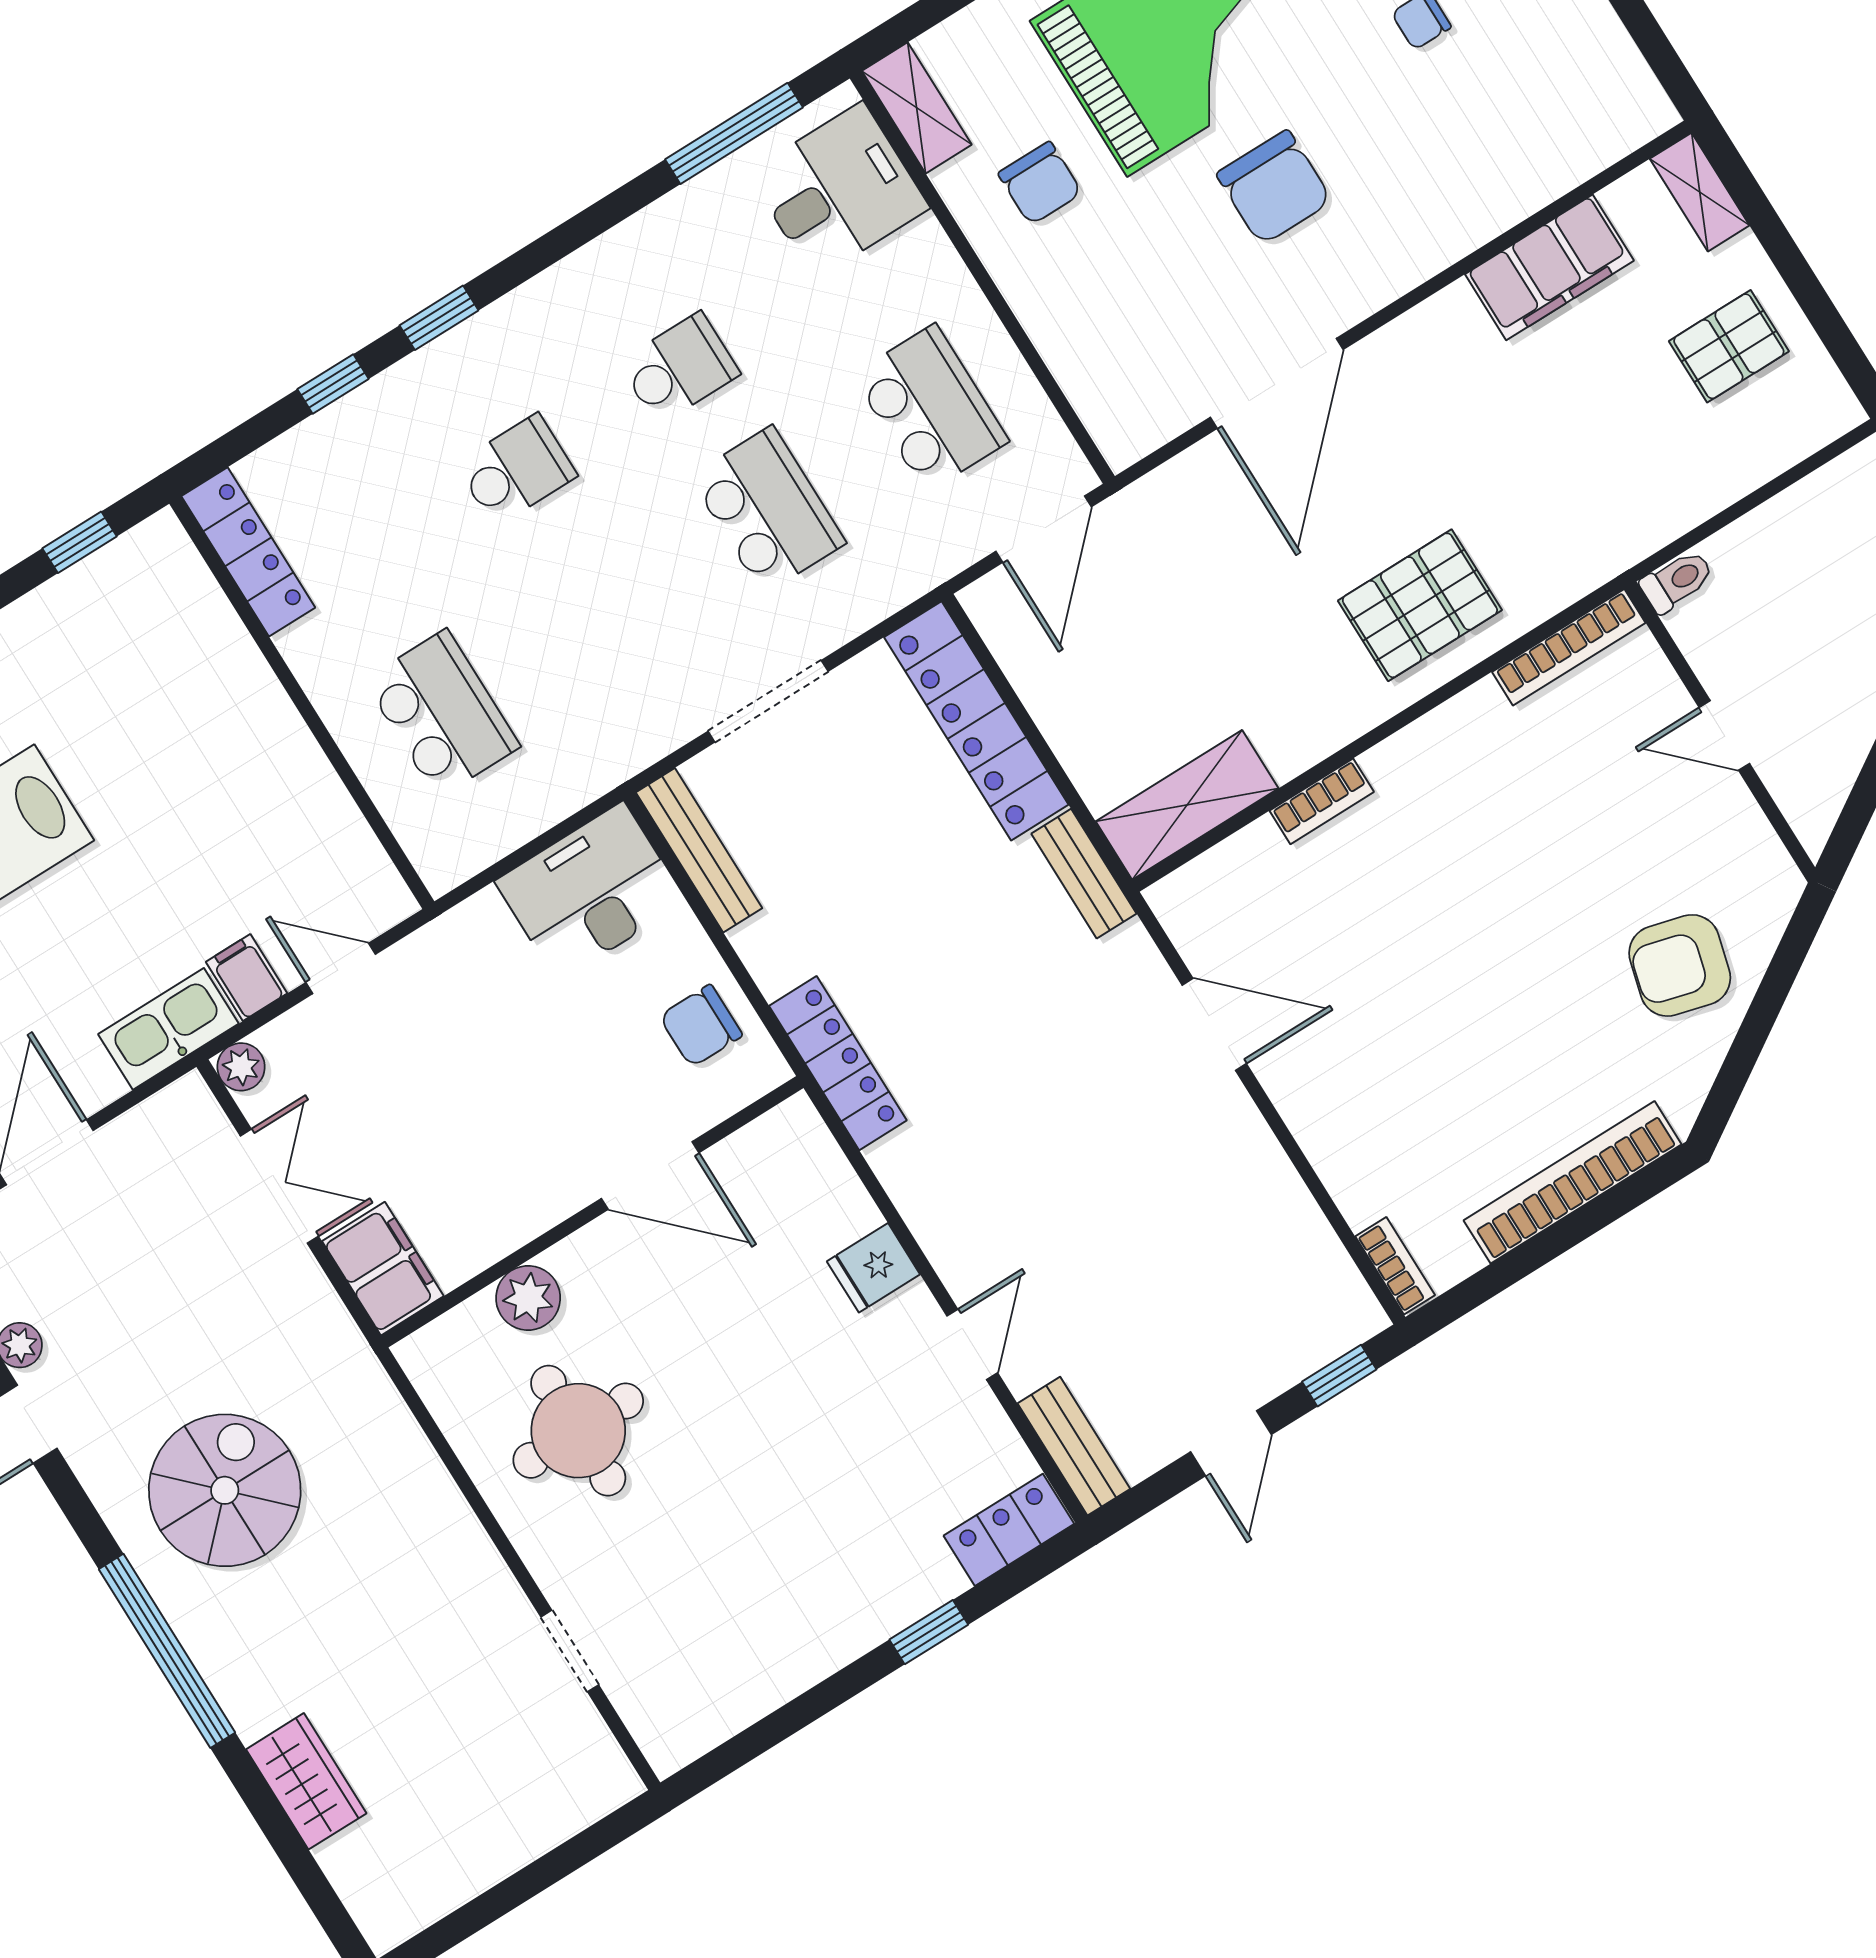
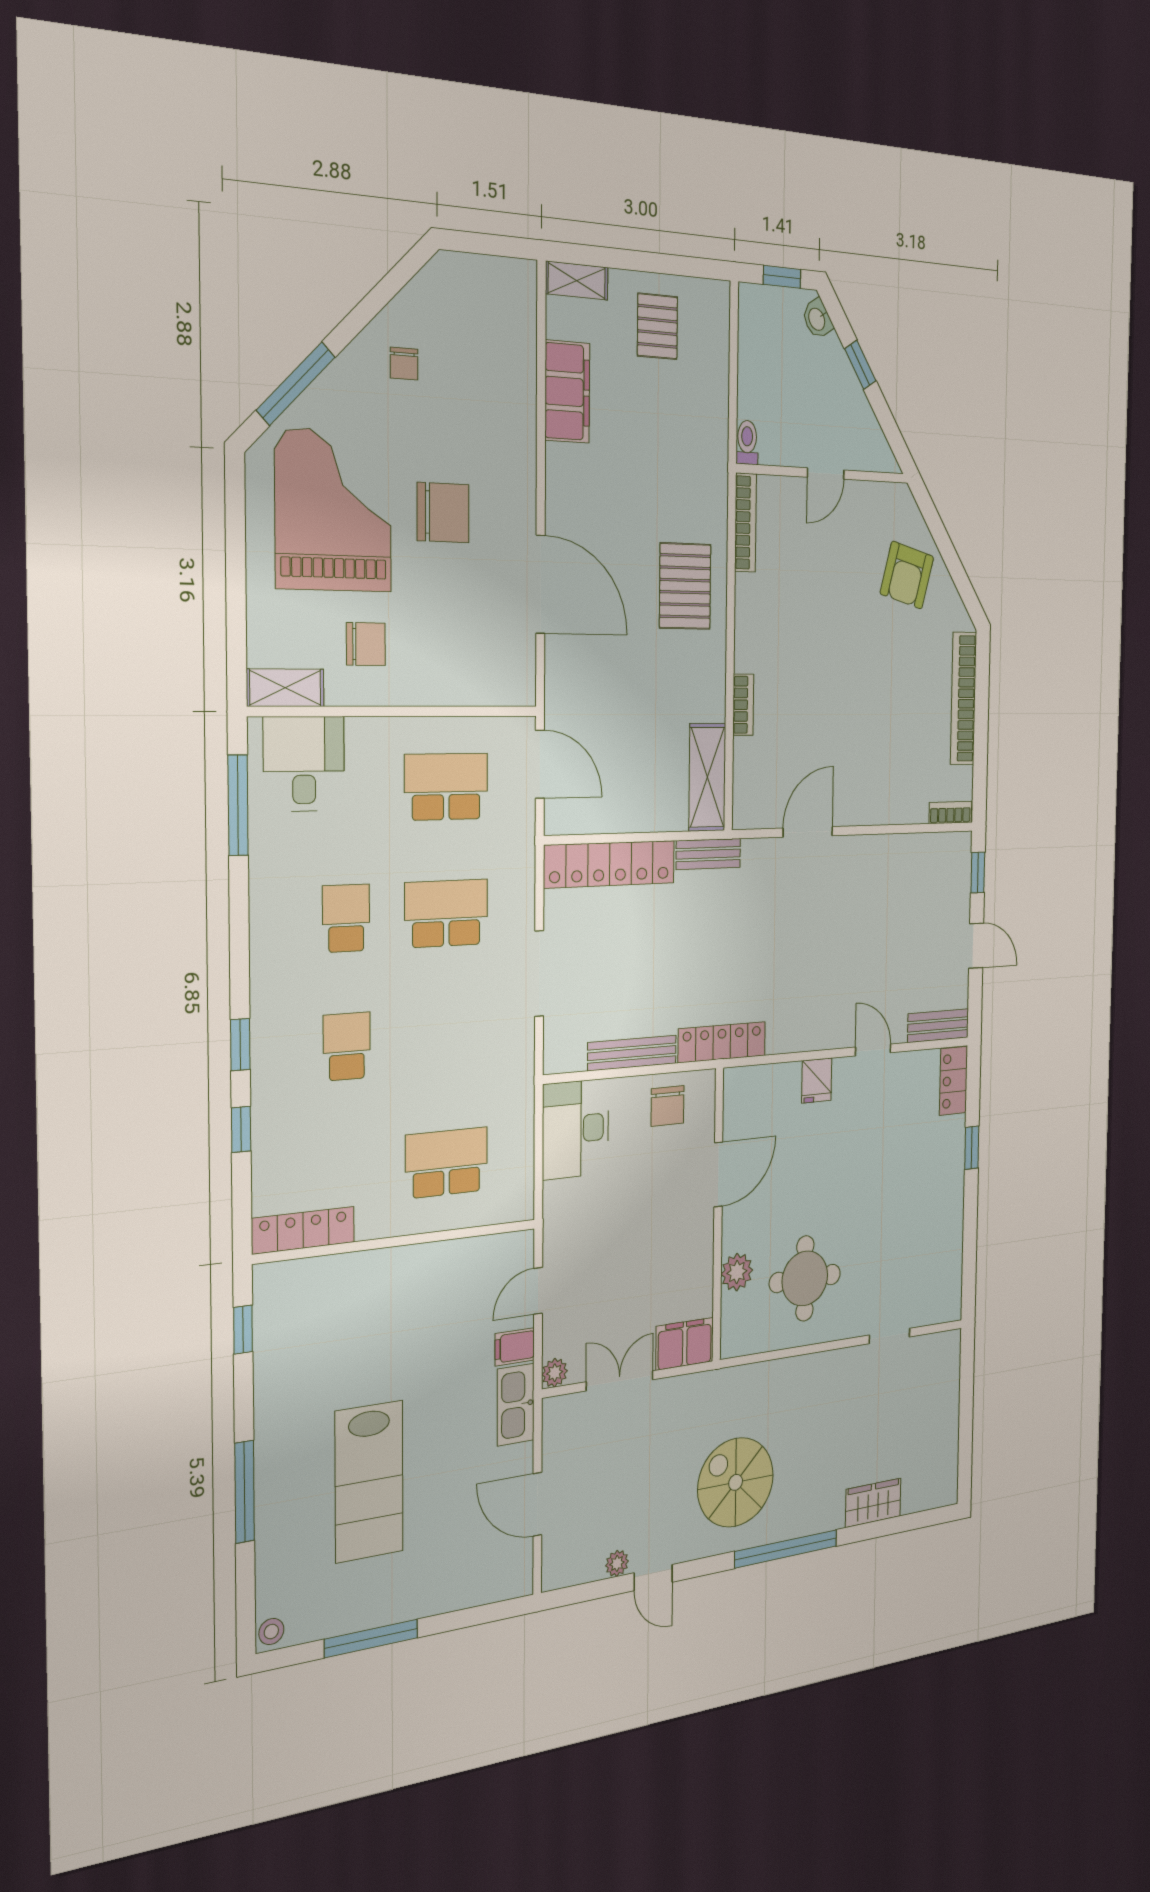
bench: (699, 850) -> (632, 1053), moved

